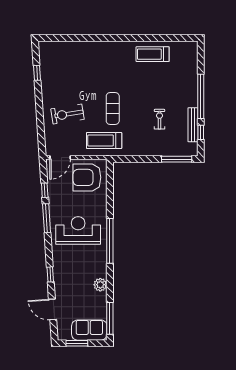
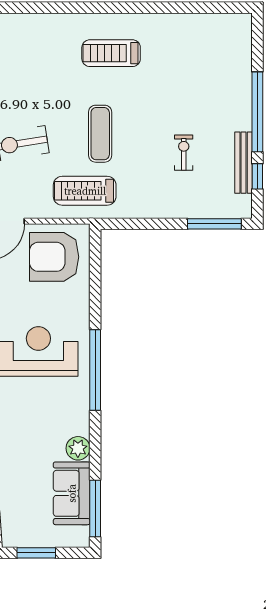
treadmill: (153, 54) -> (111, 53), moved
sofa: (89, 330) -> (72, 493), moved, turned -90

